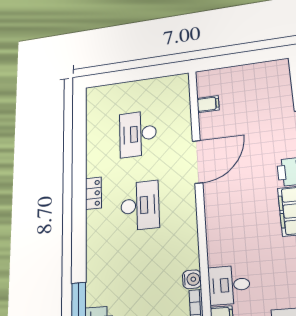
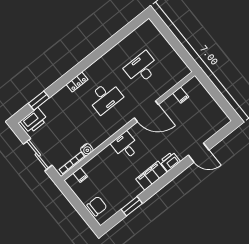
locker: (93, 193) -> (77, 82), moved
desk: (229, 285) -> (125, 146), moved

